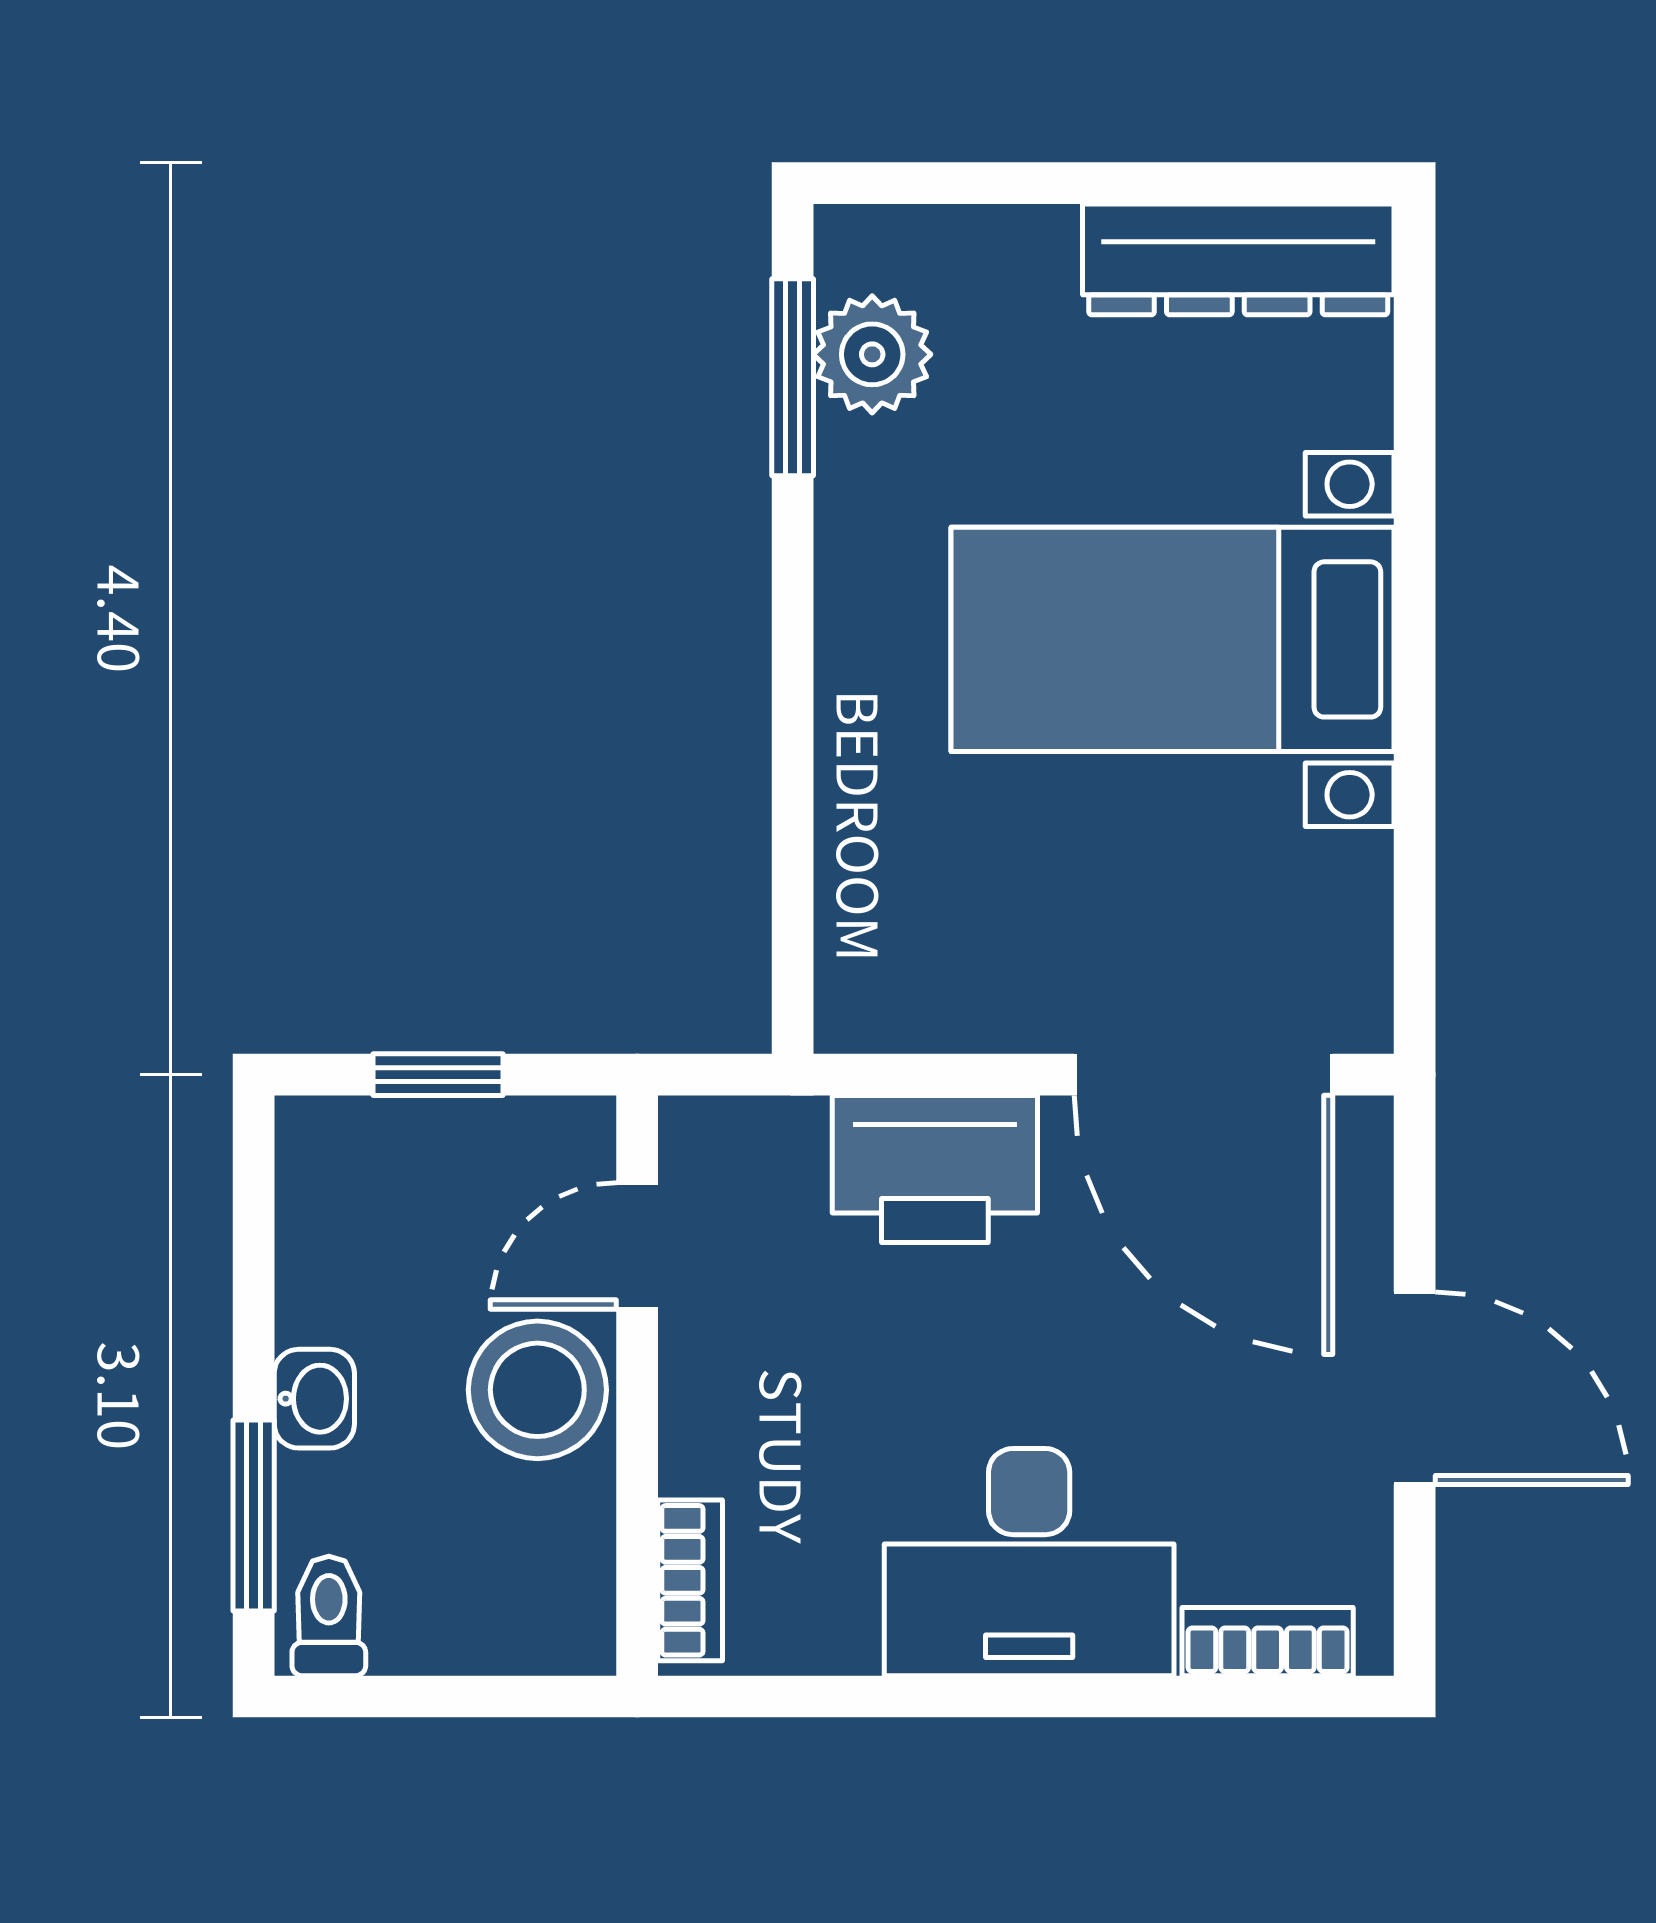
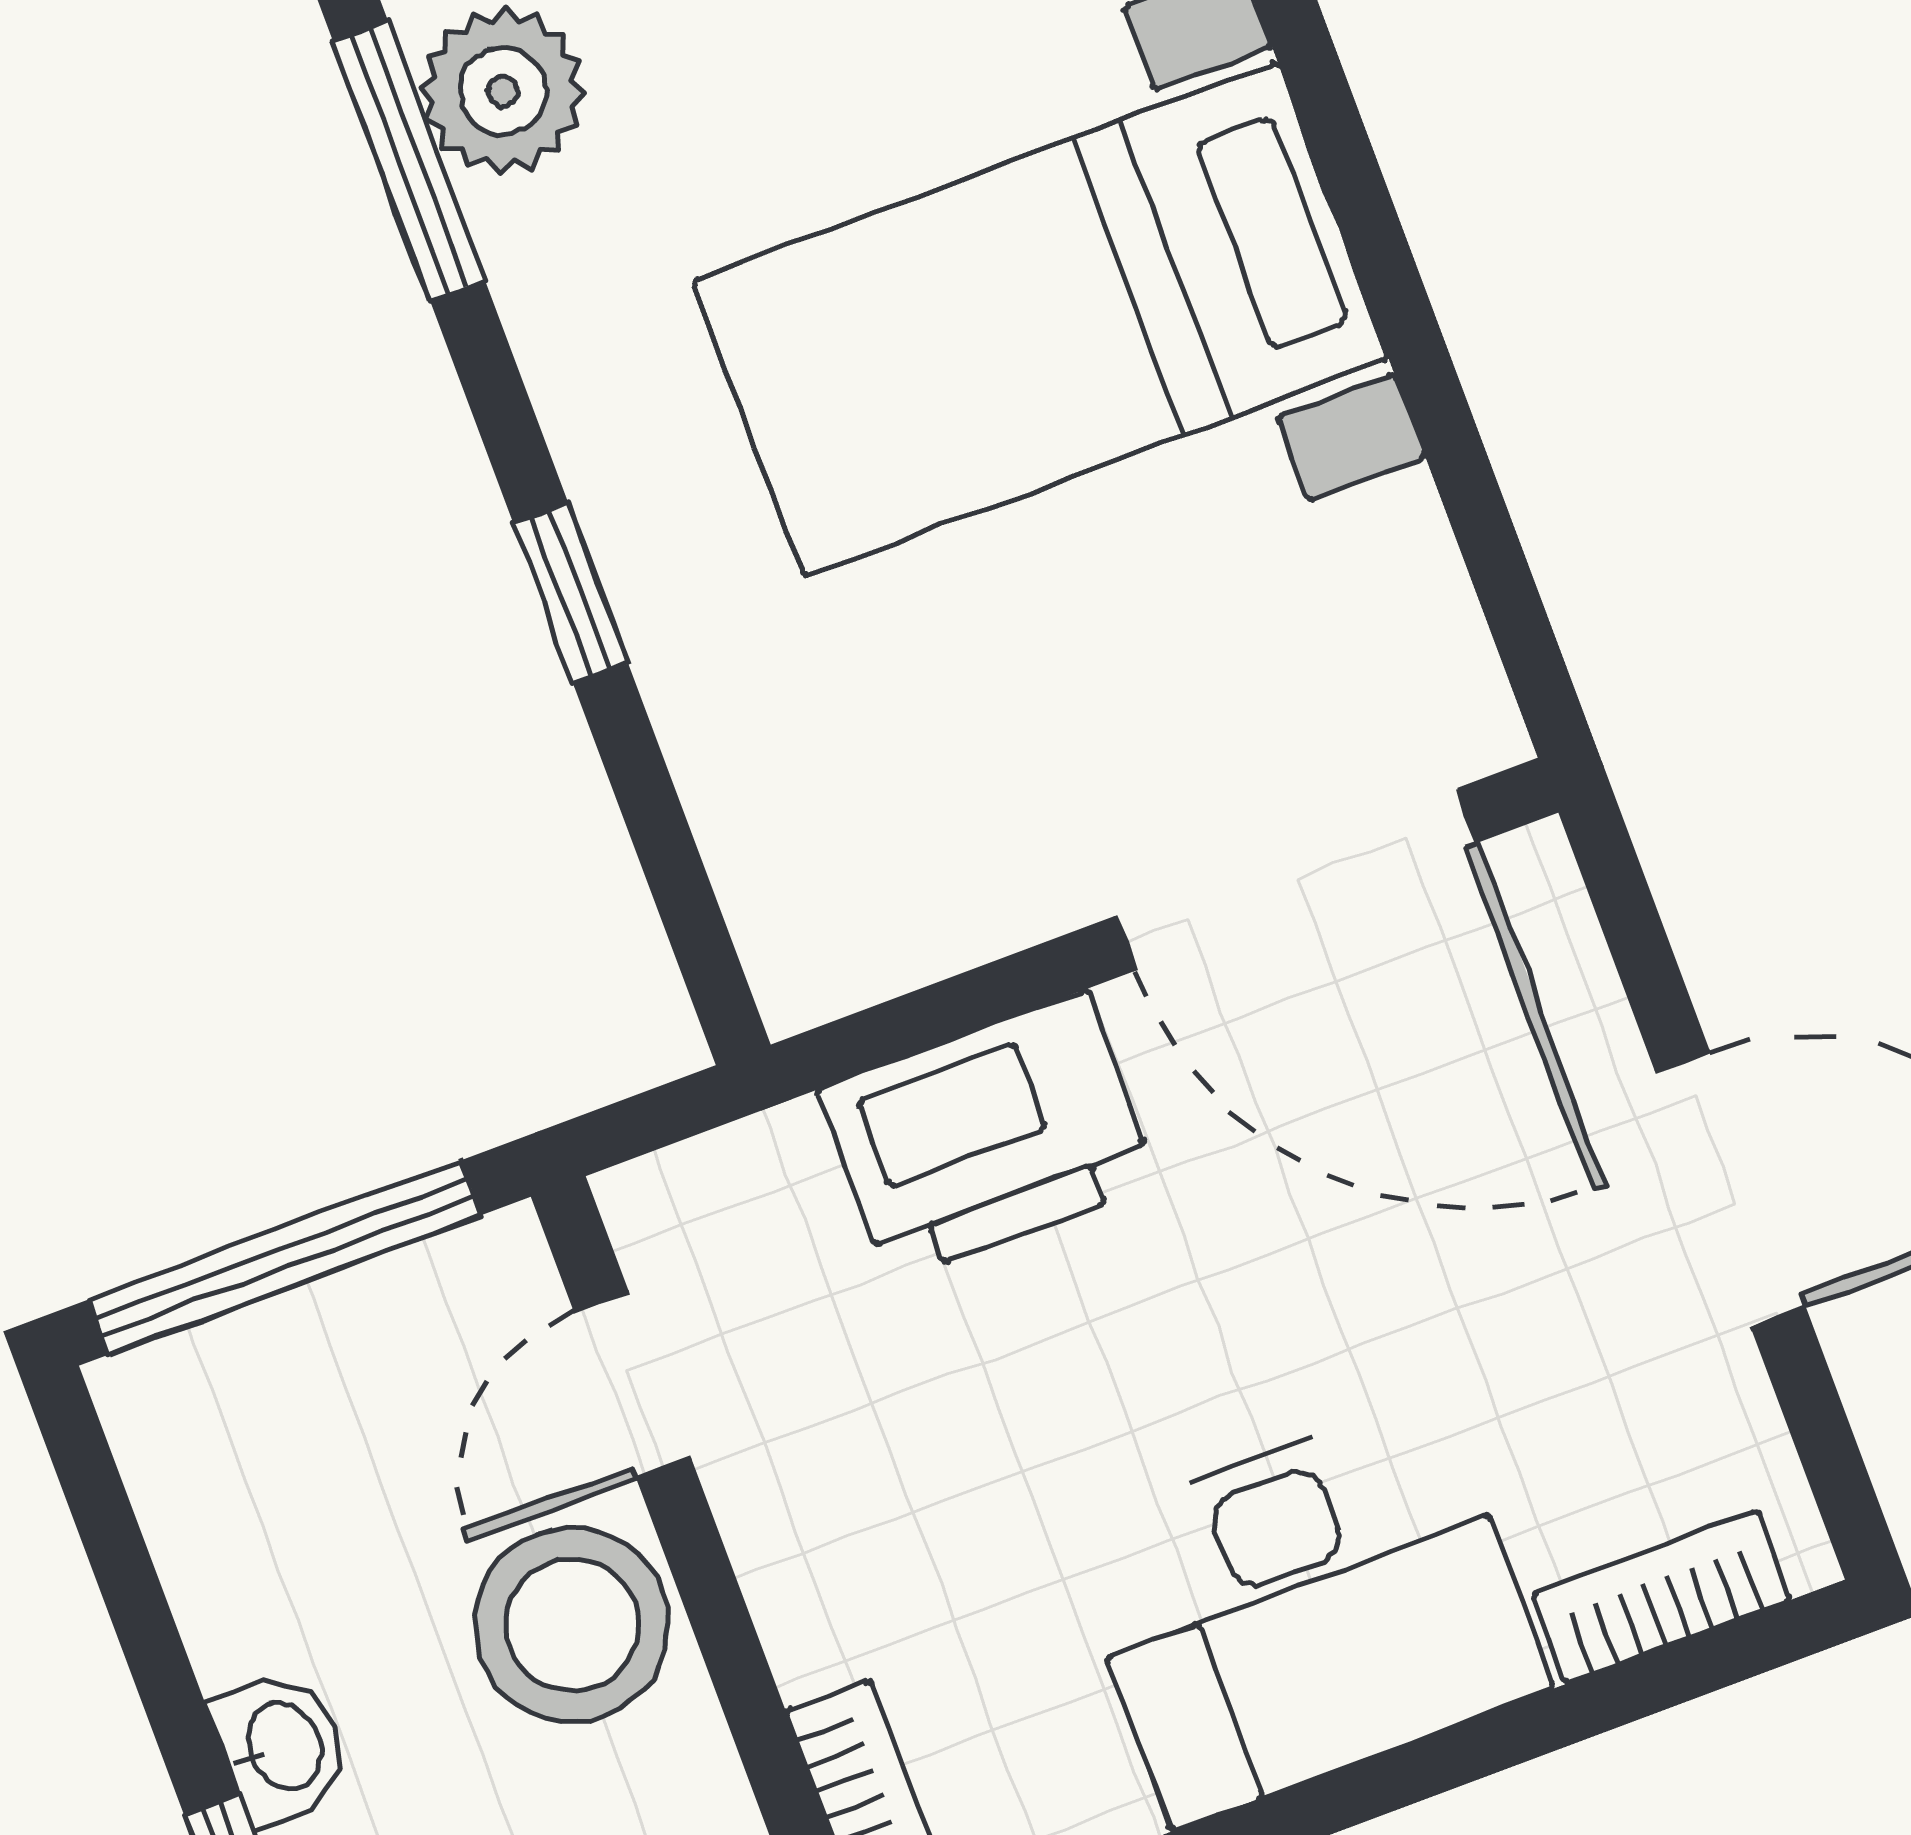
window: (793, 704) -> (571, 593), added
window: (438, 1075) -> (285, 1257), width x2.17

